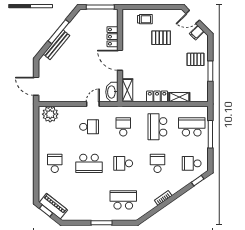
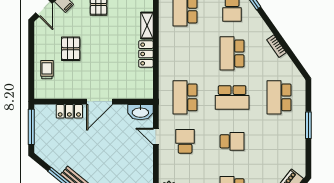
shelving: (127, 90) -> (138, 92), removed
school desk: (123, 127) -> (185, 97), width x1.85
school desk: (157, 127) -> (185, 53), removed
school desk: (89, 163) -> (232, 141), width x0.54
school desk: (123, 163) -> (232, 97), width x1.85
school desk: (157, 163) -> (232, 53), width x1.85

